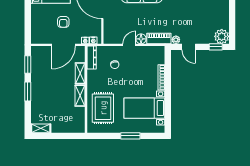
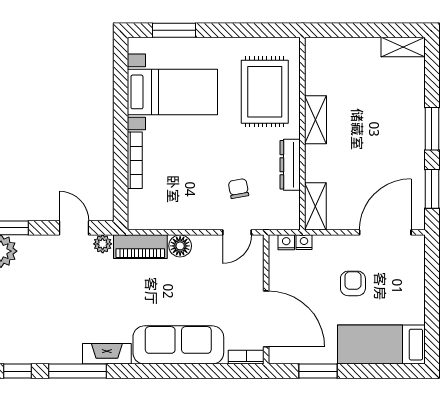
door: (64, 45) -> (385, 232), moved
door: (129, 45) -> (237, 232), moved
dresser: (92, 57) -> (290, 165), moved
shelving: (80, 73) -> (315, 206), moved
window: (130, 136) -> (174, 30), moved

